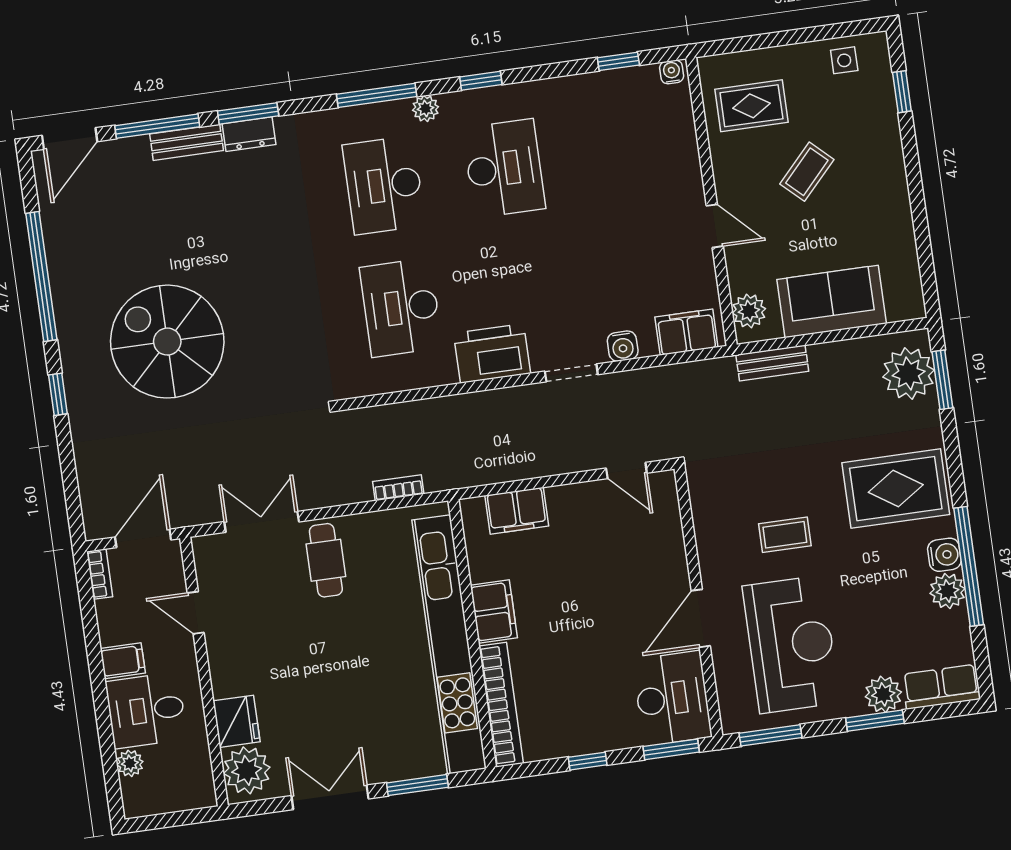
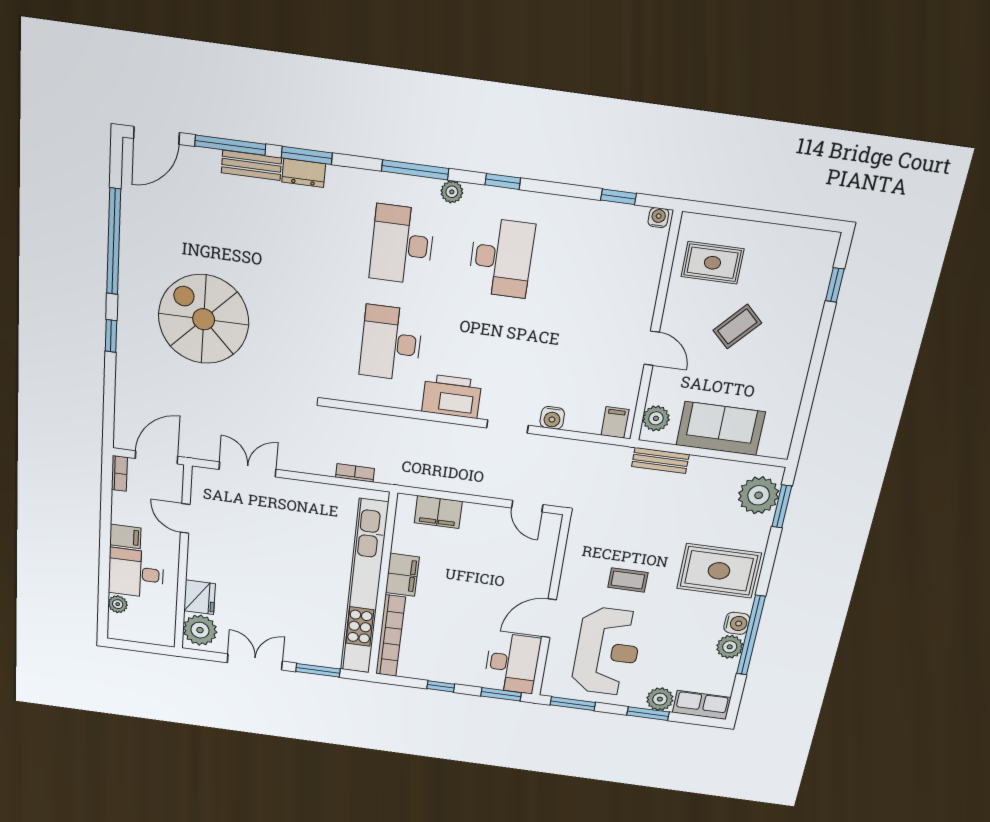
side table: (844, 60) -> (799, 247), removed
filing cabinet: (686, 332) -> (615, 422), width x0.50
cafe table: (326, 560) -> (289, 508), removed

